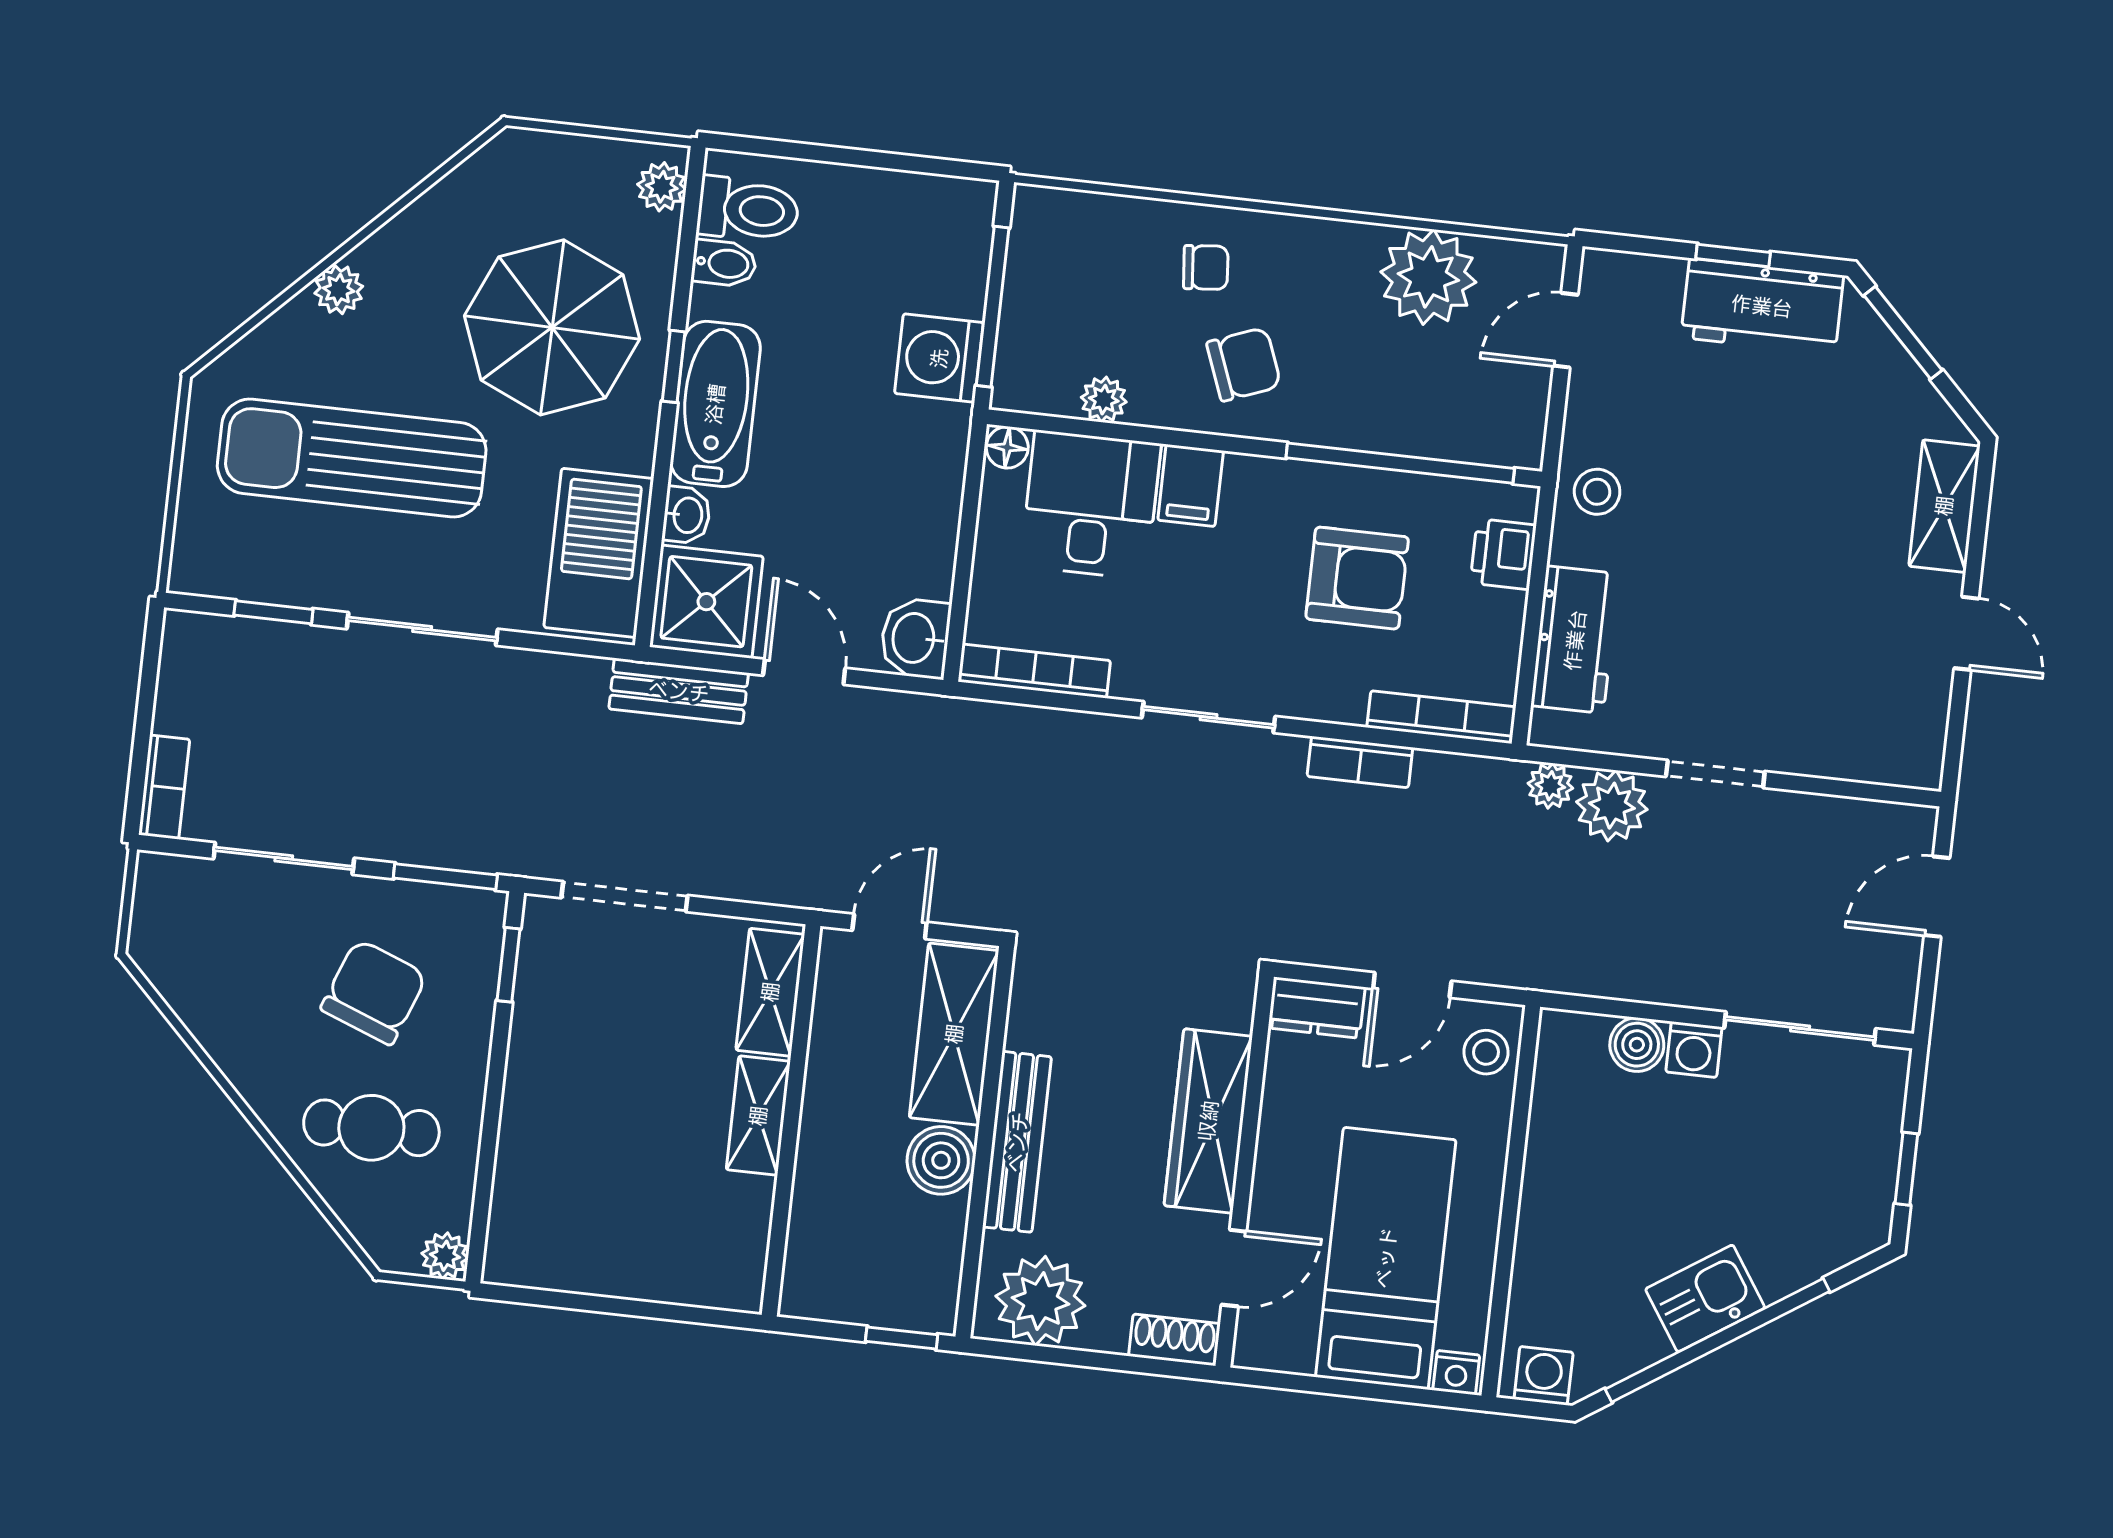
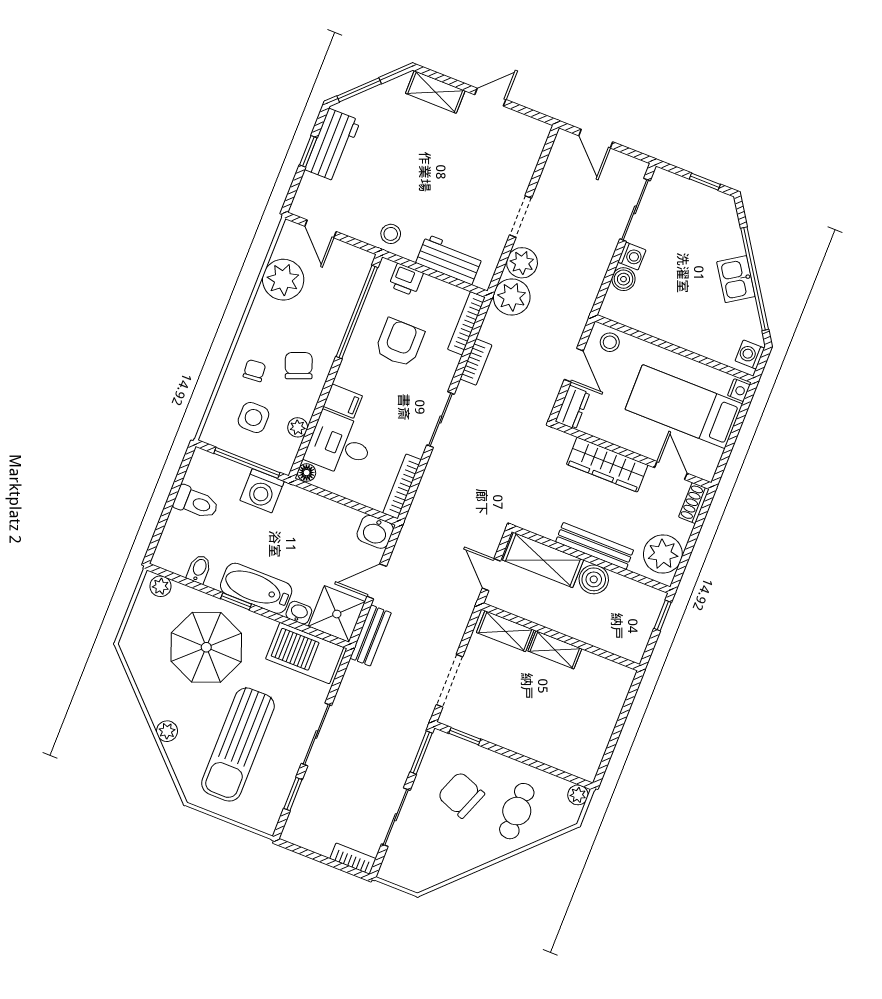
toilet: (748, 210) -> (196, 503), moved, turned 90
side table: (1099, 294) -> (253, 418), added
plant: (1550, 786) -> (512, 297), width x1.87, depth x1.87

